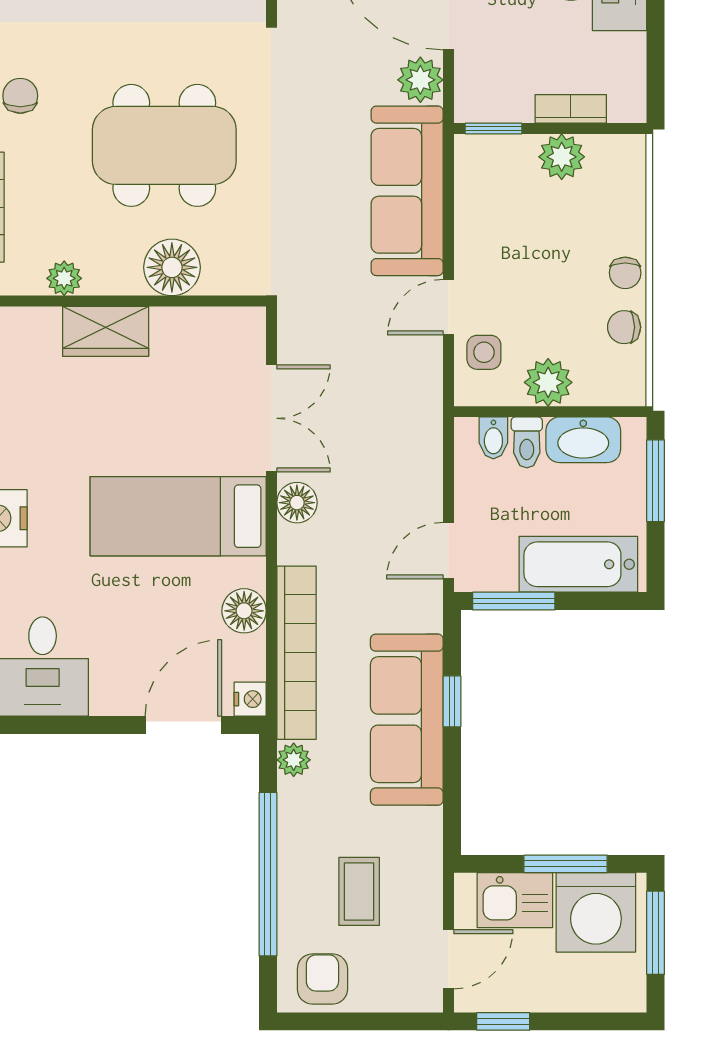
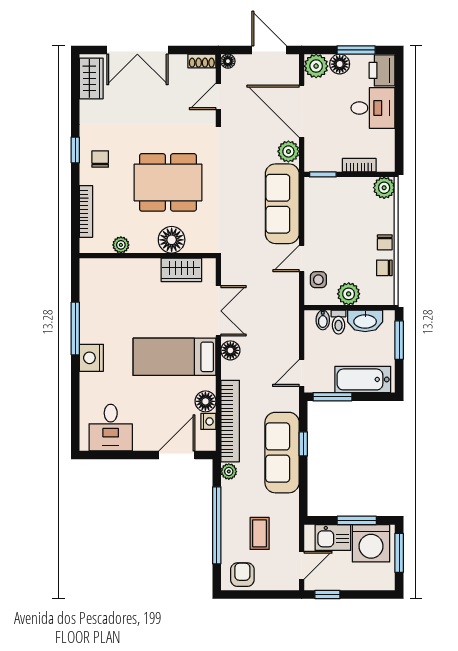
plant: (562, 157) -> (384, 188), moved
wardrobe: (106, 331) -> (181, 270), moved
nightstand: (250, 699) -> (208, 421), moved

